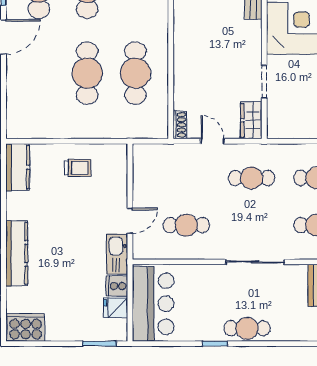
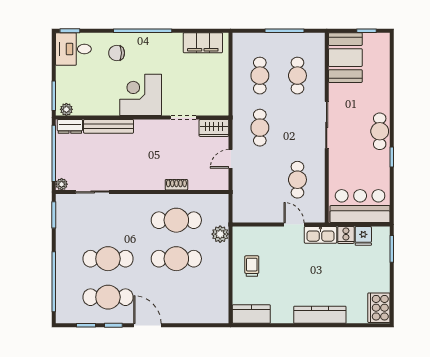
shoe rack: (180, 125) -> (176, 185), moved
plant: (118, 128) -> (220, 234), added

